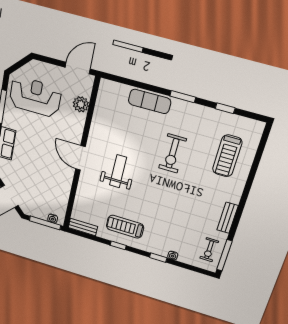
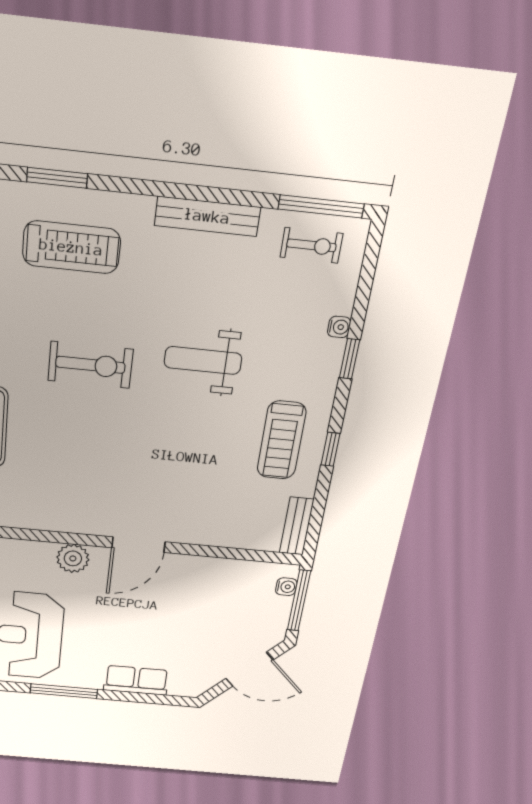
plant: (81, 104) -> (73, 558), moved
window: (258, 156) -> (57, 178), added
weight bench: (118, 171) -> (203, 360), moved
bench: (228, 218) -> (207, 216), width x1.36

